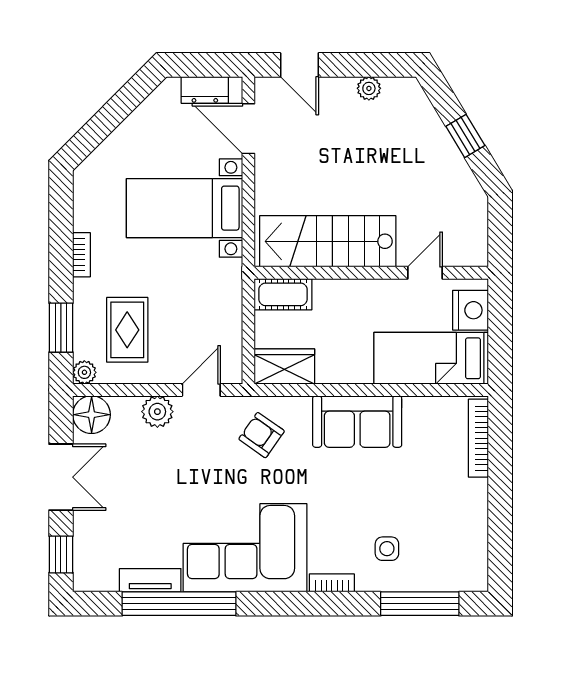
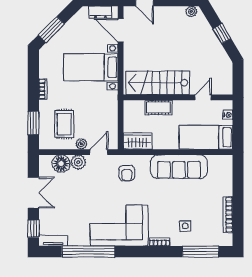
plant: (369, 88) -> (191, 12), moved
window: (99, 127) -> (51, 30), added
cot: (283, 294) -> (158, 107), moved
nightstand: (471, 310) -> (228, 115), width x0.53, depth x0.56
plant: (84, 372) -> (81, 144), moved
floor lamp: (92, 415) -> (61, 164), moved
sofa: (357, 422) -> (179, 167), width x1.36
armchair: (262, 435) -> (127, 173), turned -125
bookcase: (478, 438) -> (228, 215), moved
tv unit: (150, 580) -> (53, 241), moved

